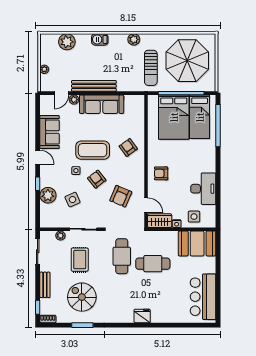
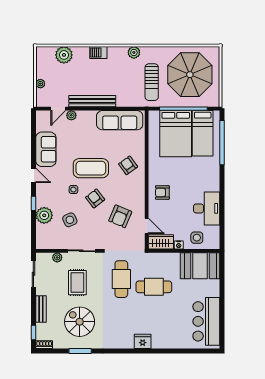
sofa: (102, 104) -> (120, 120), moved

